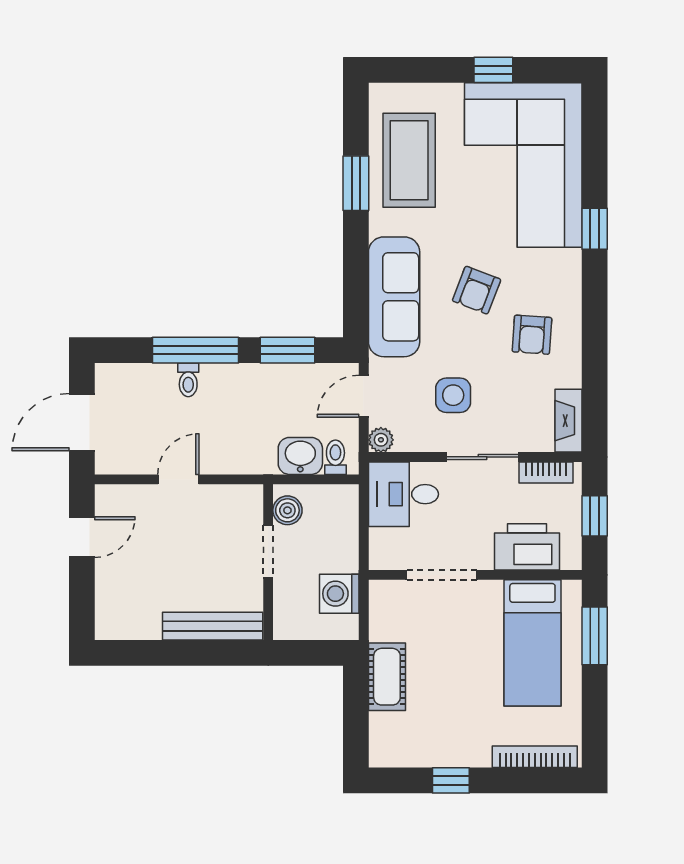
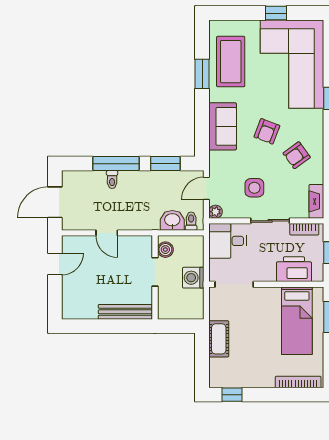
sofa: (394, 297) -> (223, 126), width x0.73
armchair: (532, 335) -> (297, 155), turned 50
door: (178, 479) -> (107, 233), swing flipped
doorway: (442, 575) -> (234, 284), moved
washing machine: (339, 594) -> (193, 278), moved
window: (451, 780) -> (232, 395), moved

